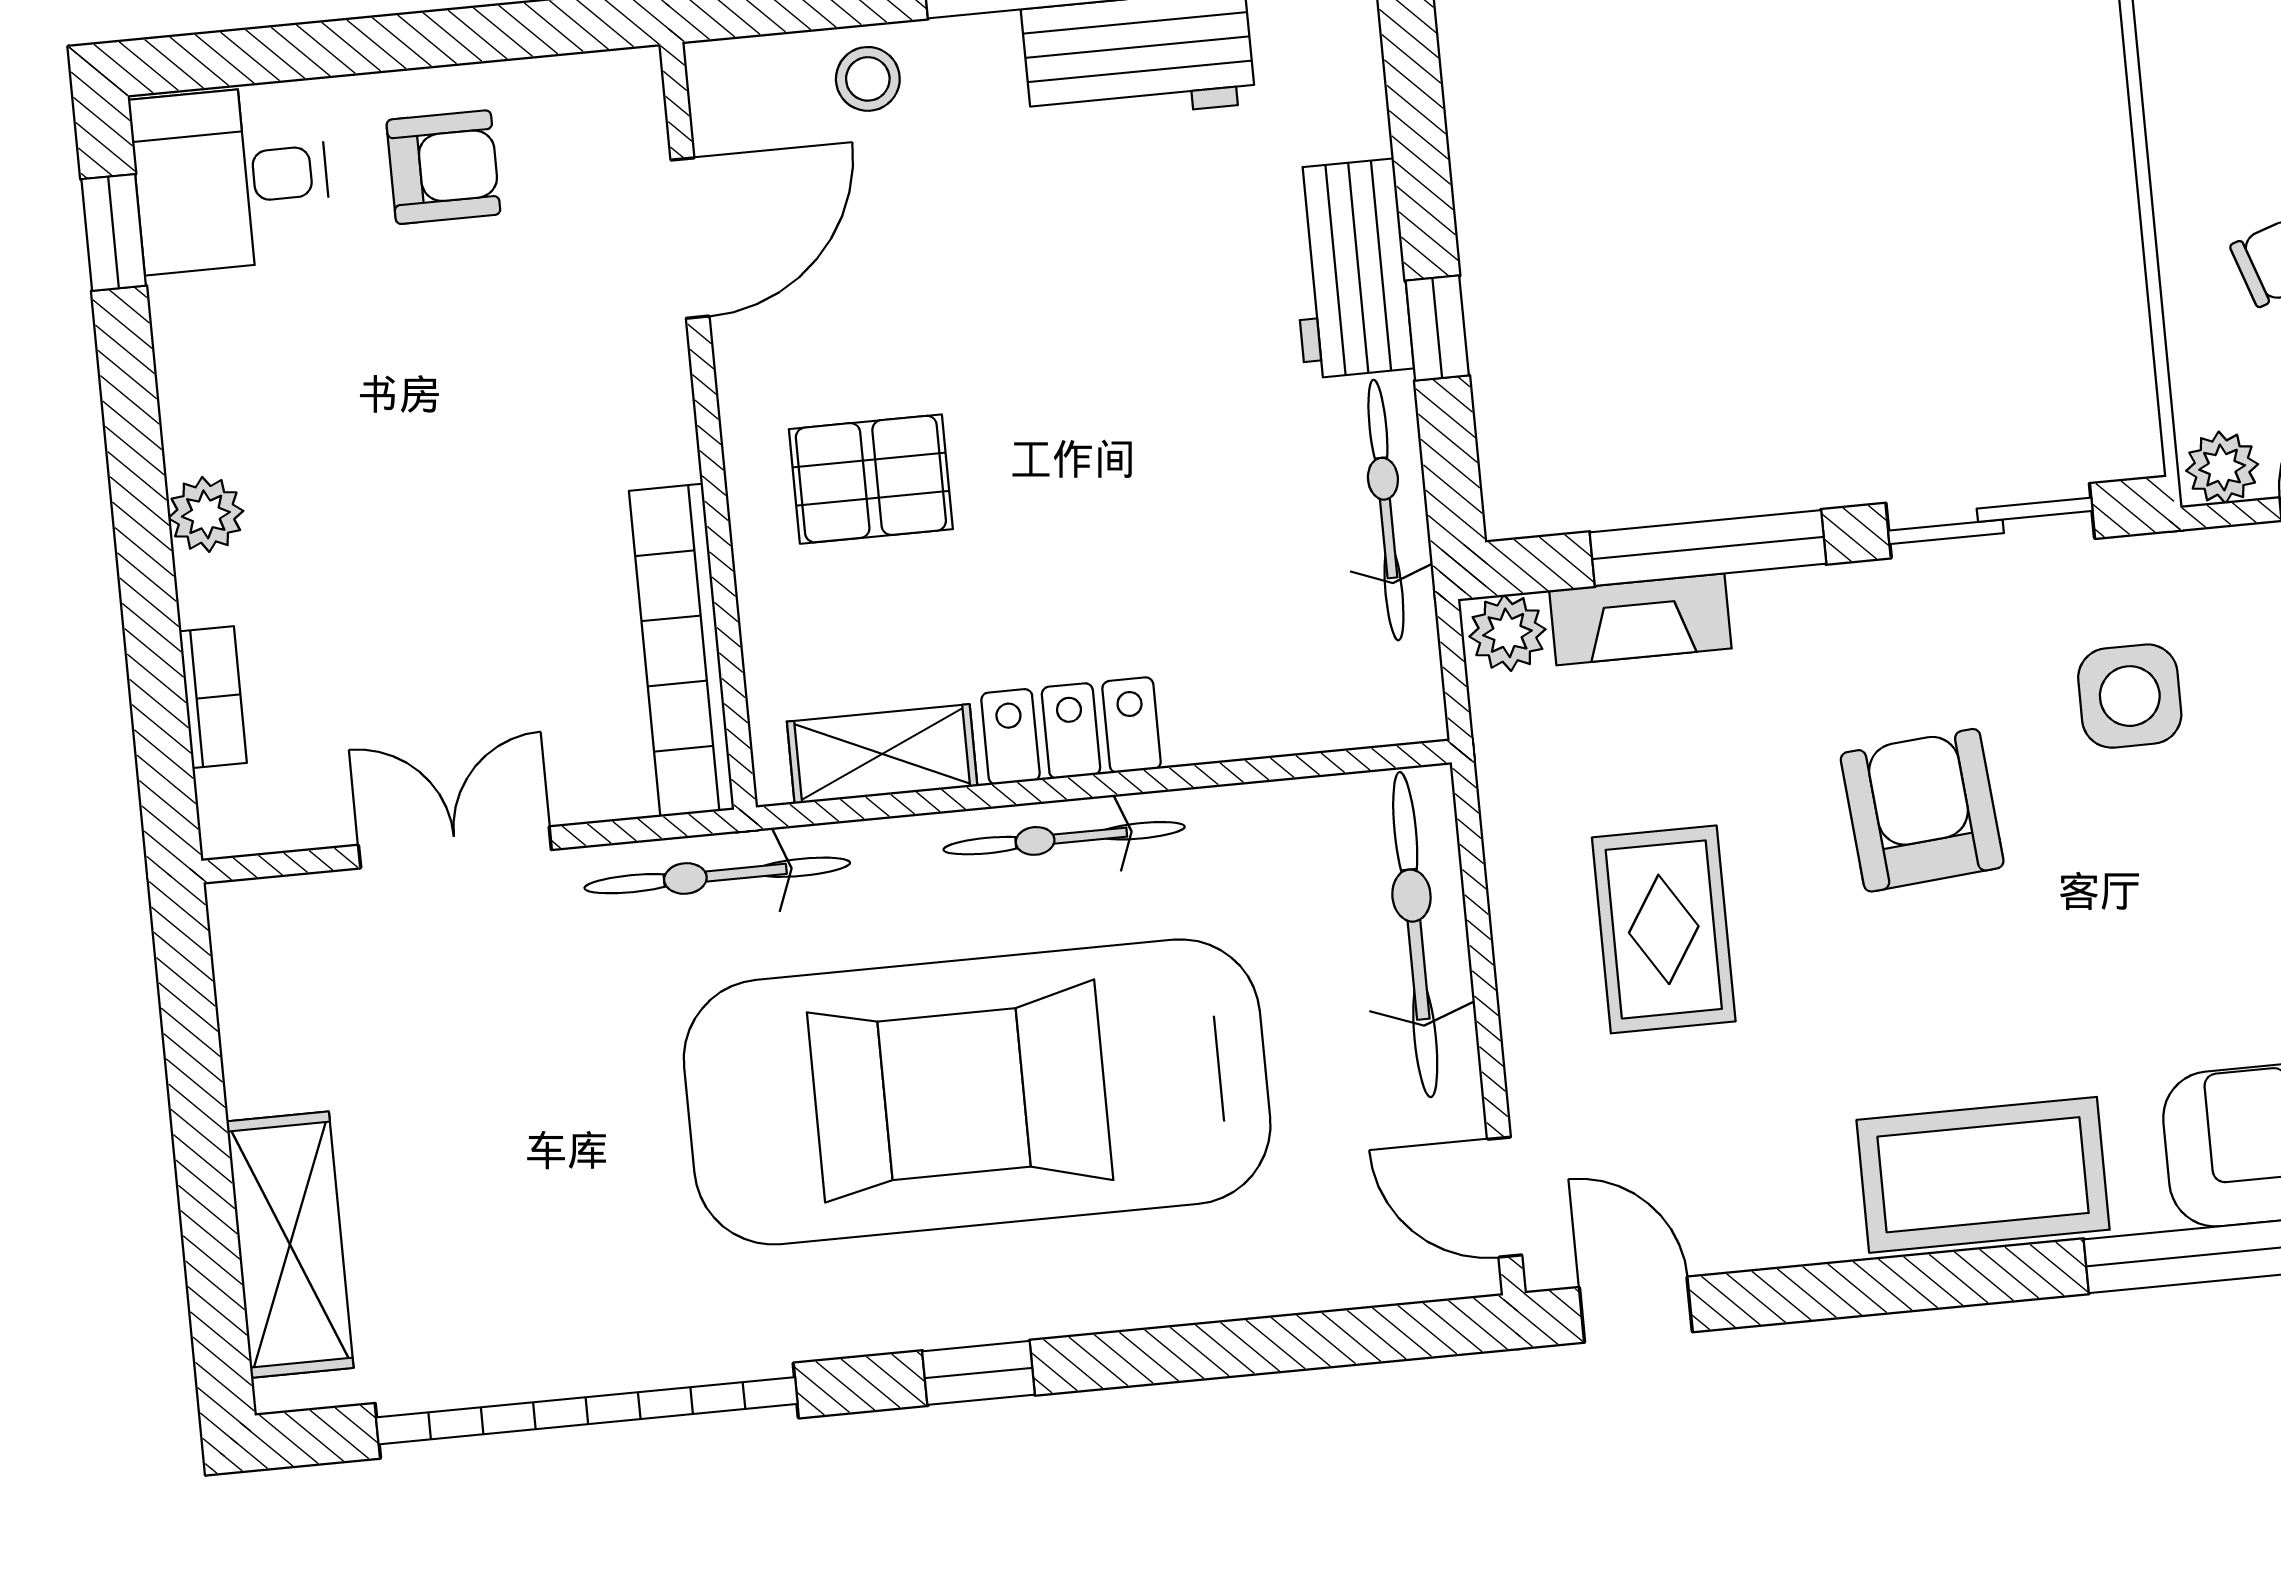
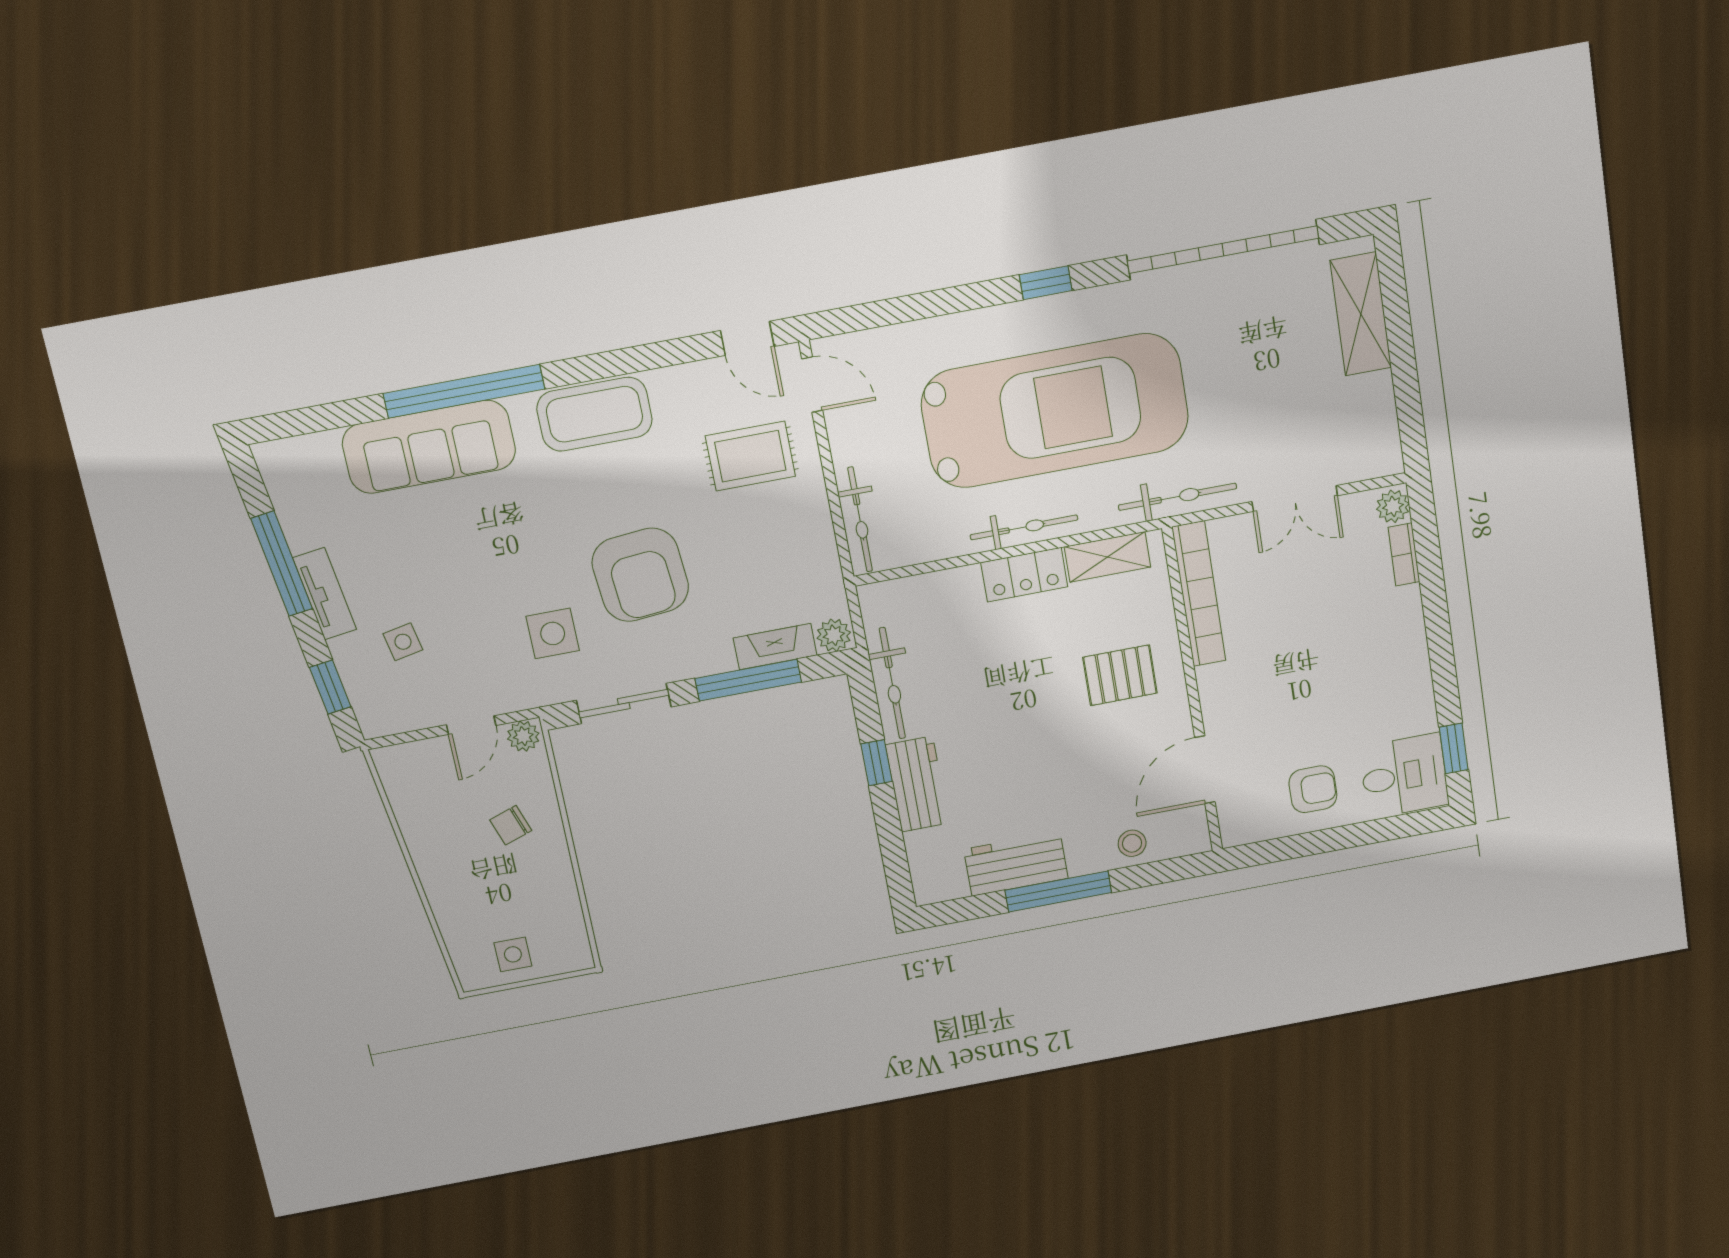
armchair: (443, 167) -> (1313, 789), turned 180
plant: (206, 514) -> (1393, 506), moved
armchair: (1922, 810) -> (640, 575), width x1.36, depth x1.36
rug: (1664, 929) -> (750, 456), moved, turned 90
bicycle: (1415, 935) -> (860, 519), width x0.73, depth x0.71

